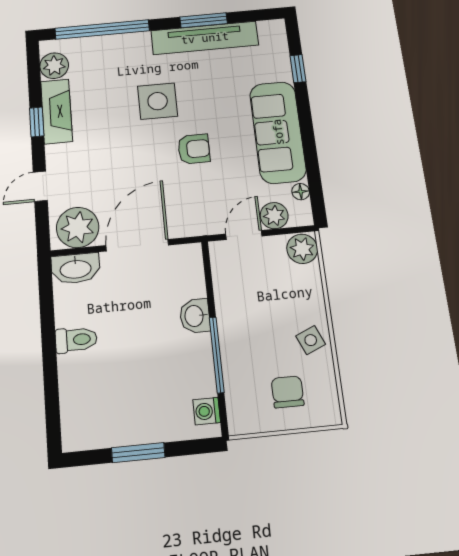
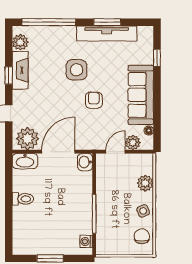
armchair: (194, 149) -> (94, 100), turned -90
plant: (302, 249) -> (145, 183), moved
washbasin: (195, 316) -> (85, 162), moved
chair: (288, 392) -> (142, 236), moved

